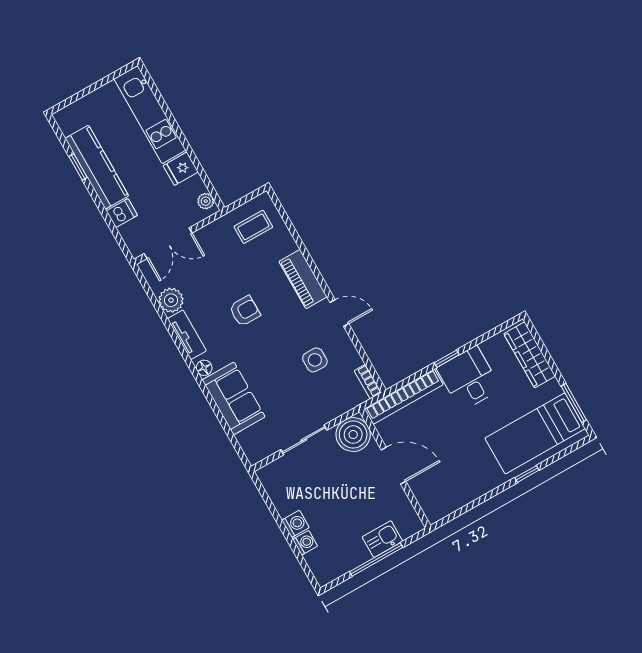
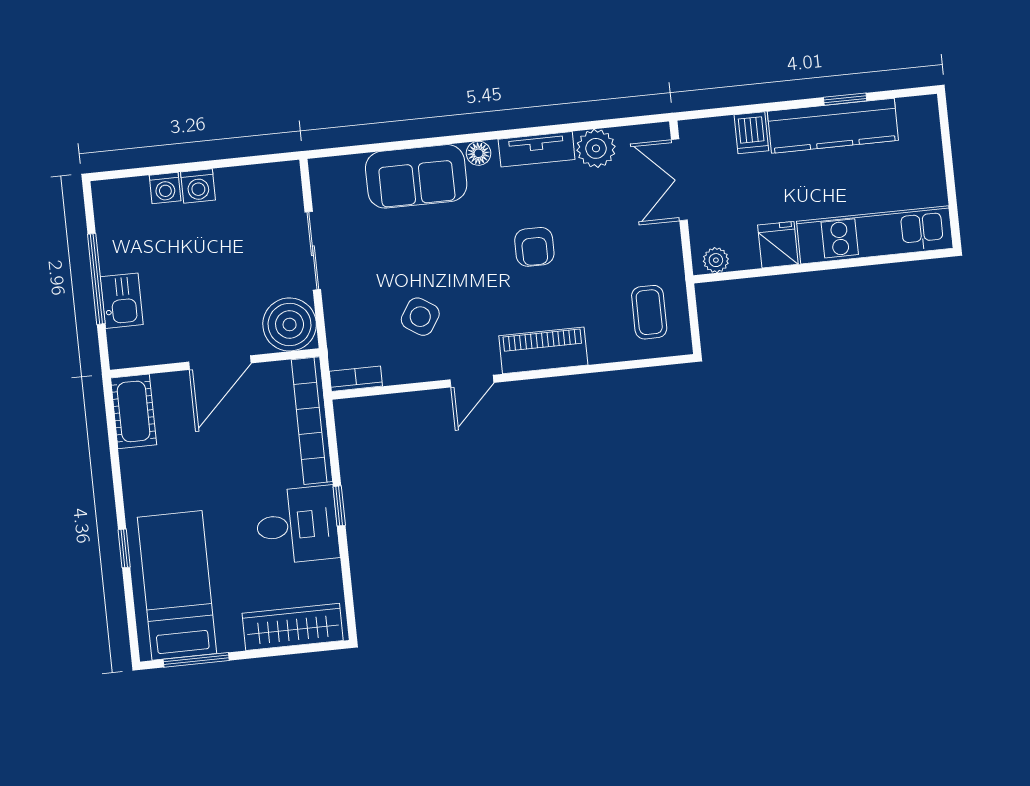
side table: (315, 360) -> (420, 317), turned 33
cot: (444, 504) -> (134, 411), added

